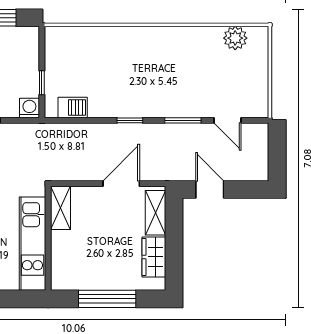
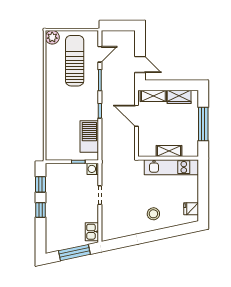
plant: (235, 38) -> (52, 37), moved
sun lounger: (216, 77) -> (75, 61), added
barbecue: (73, 108) -> (89, 136), width x1.88, depth x1.53
door: (210, 189) -> (140, 64), swing flipped
shelving: (60, 208) -> (169, 151), moved

